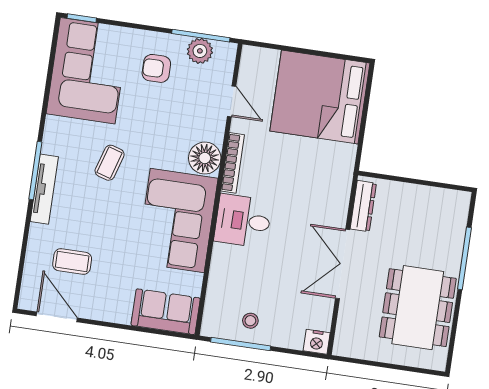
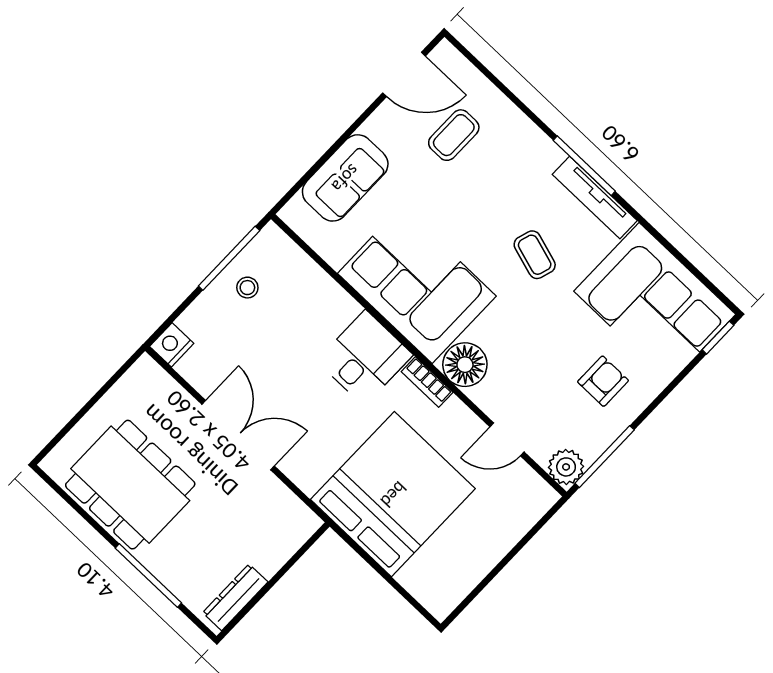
plant: (200, 51) -> (566, 467), moved
bed: (320, 97) -> (393, 494), moved
bookcase: (233, 163) -> (427, 382), width x0.64
tv unit: (44, 189) -> (595, 197), moved
dresser: (363, 206) -> (235, 597), moved, turned 90
sofa: (166, 312) -> (345, 178), moved

